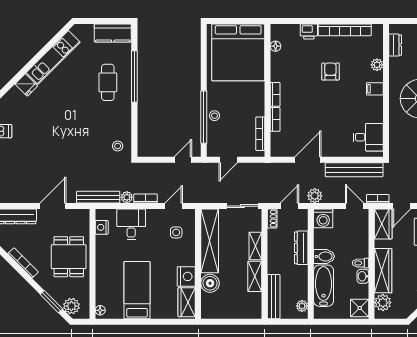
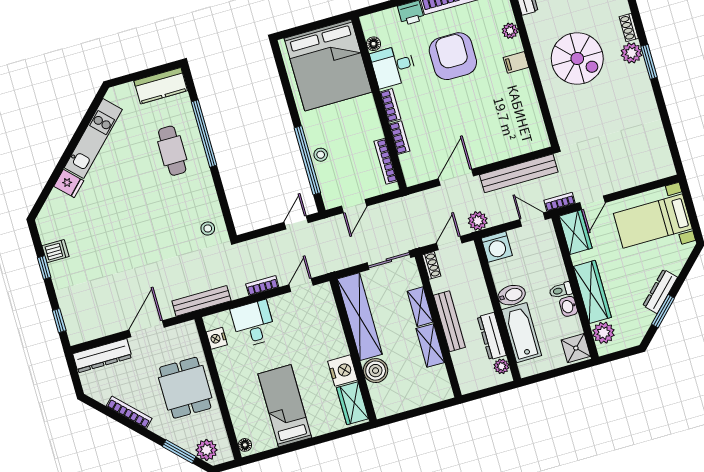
armchair: (330, 71) -> (453, 56), width x1.88, depth x1.88
desk: (368, 137) -> (393, 66), moved, turned 180
plant: (127, 197) -> (238, 291), removed
side table: (176, 232) -> (314, 318), removed
dresser: (301, 248) -> (492, 336), moved
bench: (274, 297) -> (449, 321), moved

